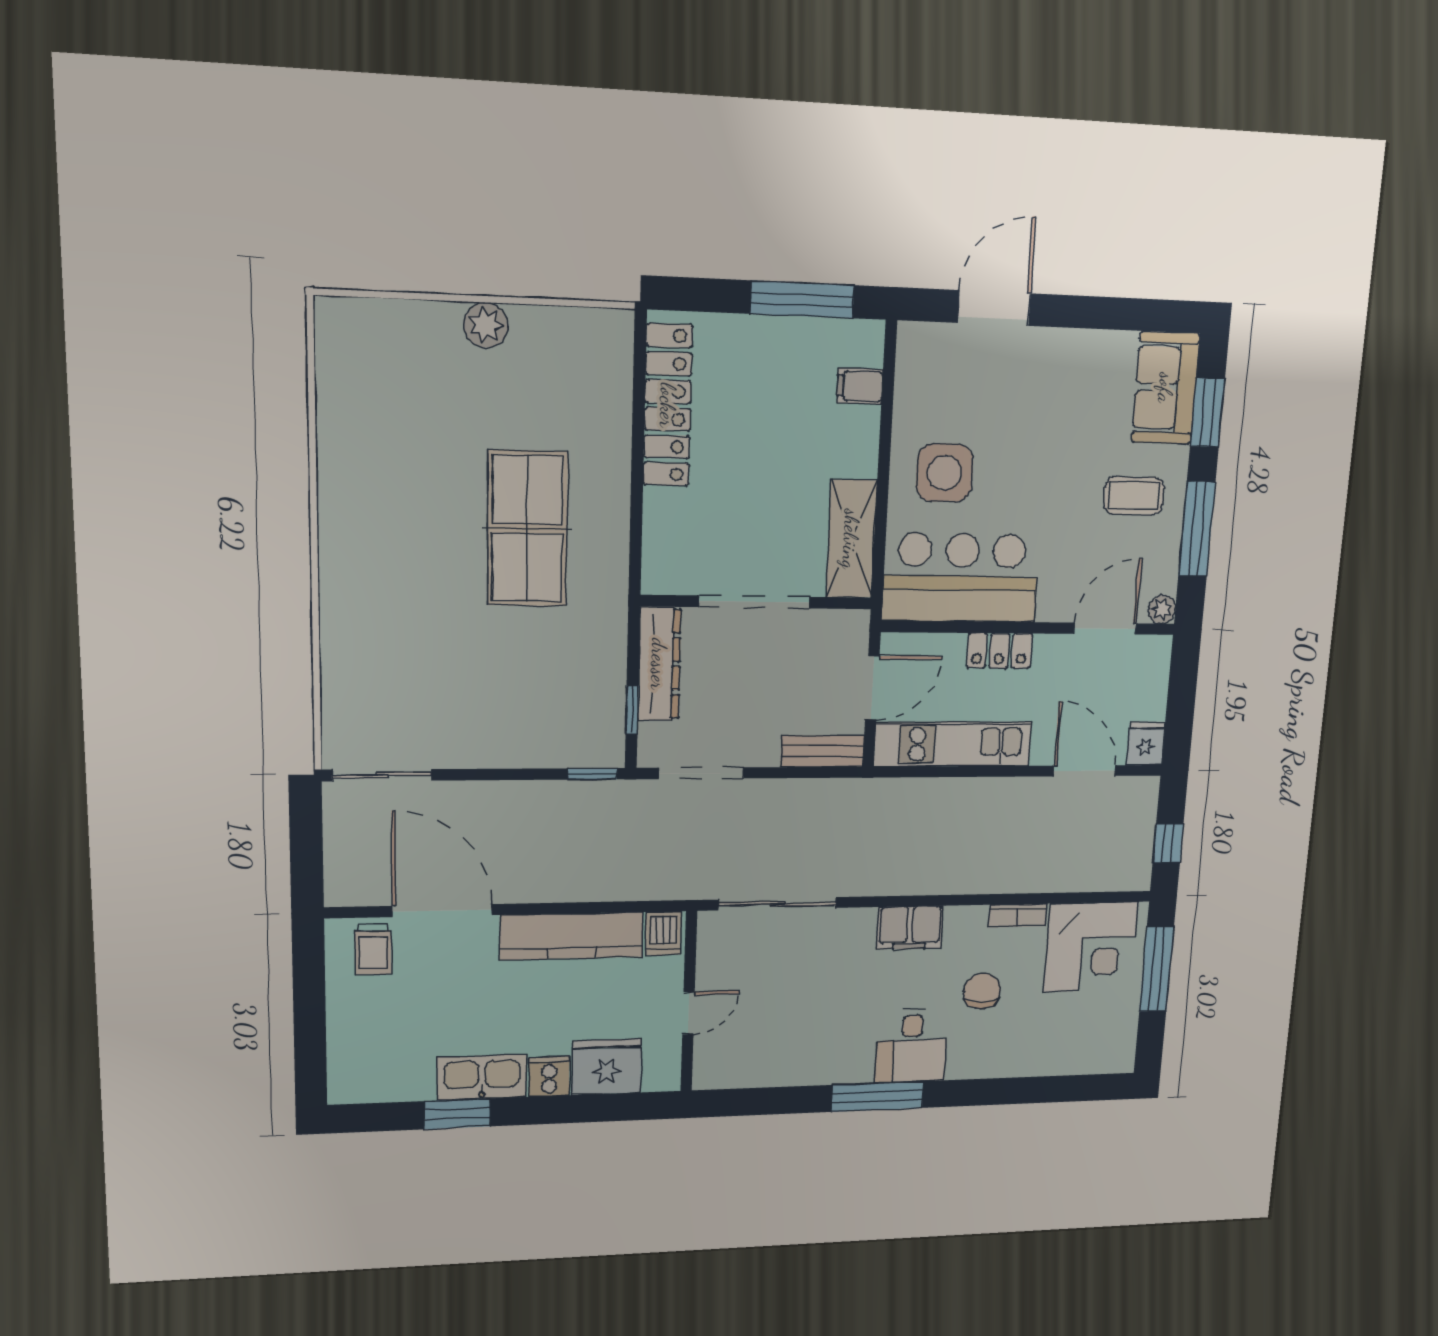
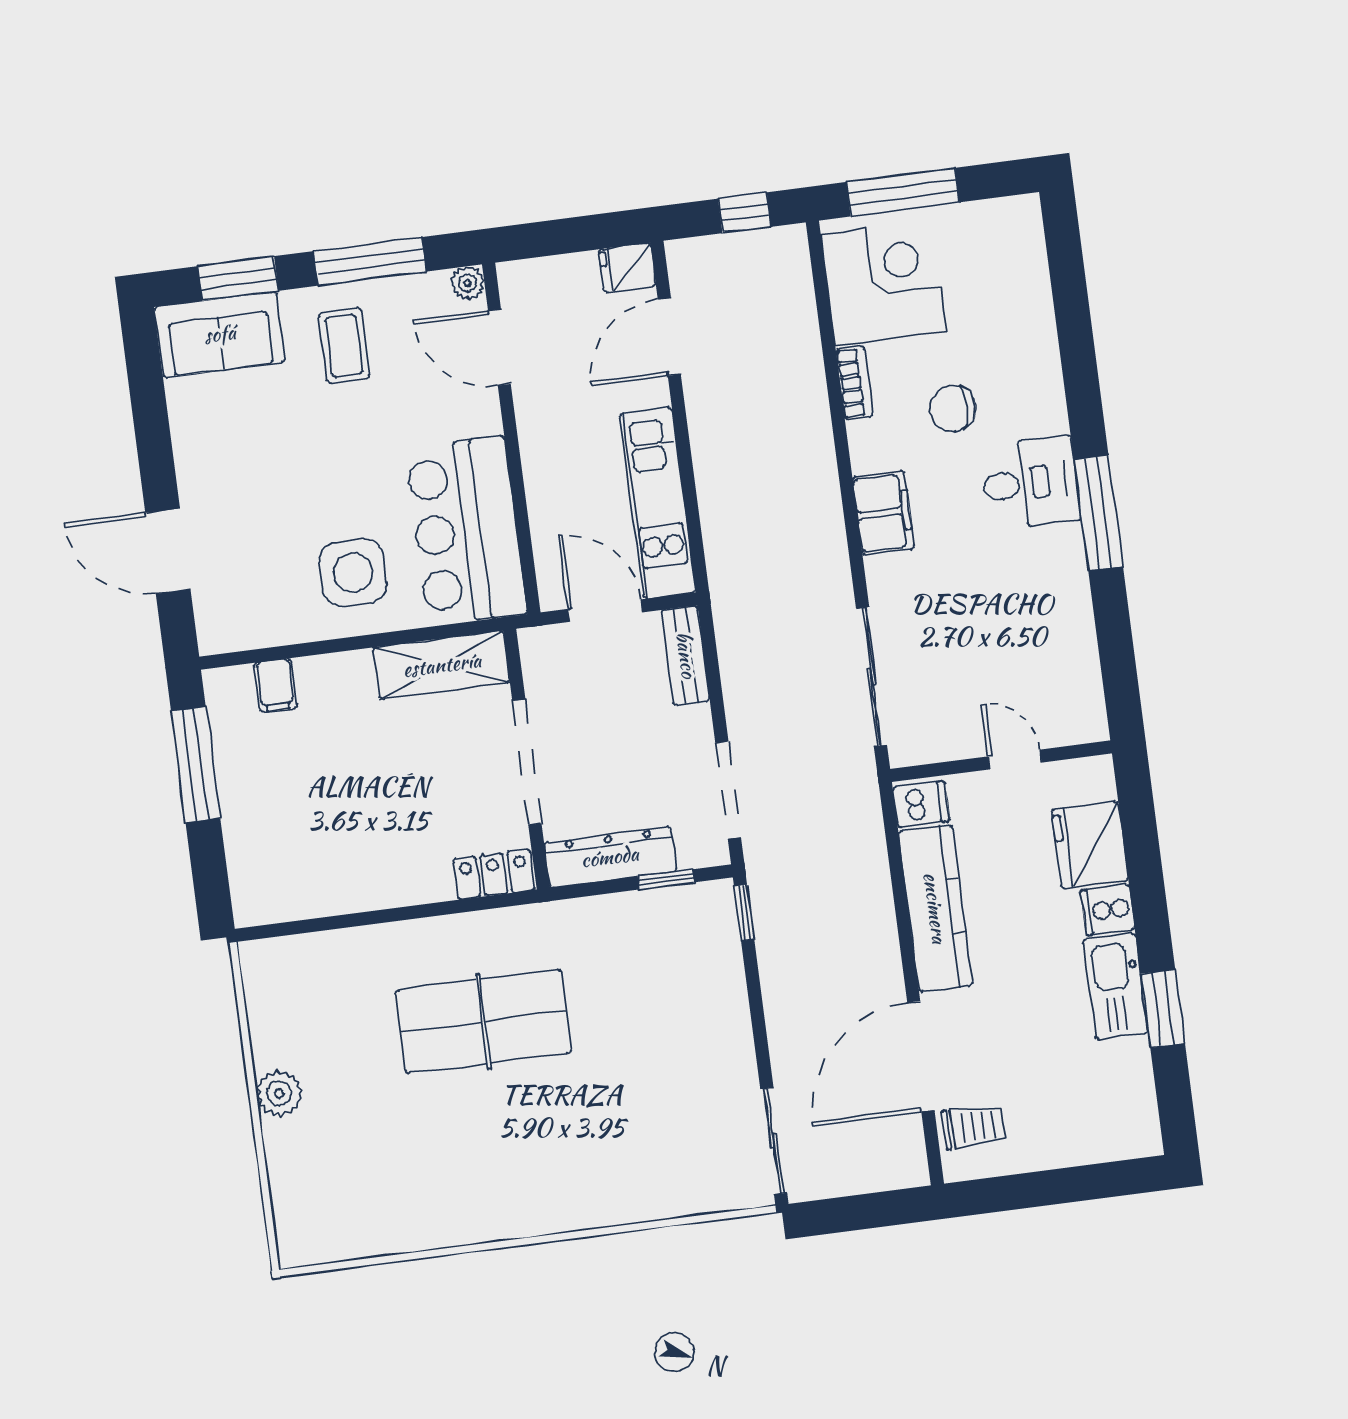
locker: (668, 405) -> (494, 874), moved, width x0.46, depth x0.83
locker: (999, 651) -> (542, 469), removed

